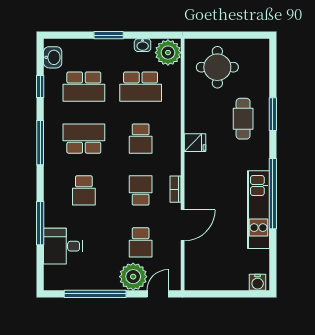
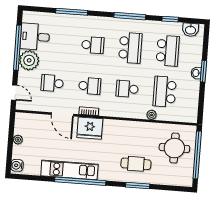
window: (225, 35) -> (197, 155), added
washbasin: (143, 45) -> (196, 73), moved
plant: (168, 53) -> (152, 115), moved, width x0.53, depth x0.53
school desk: (84, 87) -> (168, 51), turned 180
fridge: (195, 143) -> (90, 128), moved, width x1.88, depth x1.34
school desk: (84, 190) -> (93, 45), turned 180
desk: (63, 246) -> (35, 37), moved, turned -90
plant: (133, 277) -> (29, 60), moved
plant: (222, 284) -> (18, 140), added

